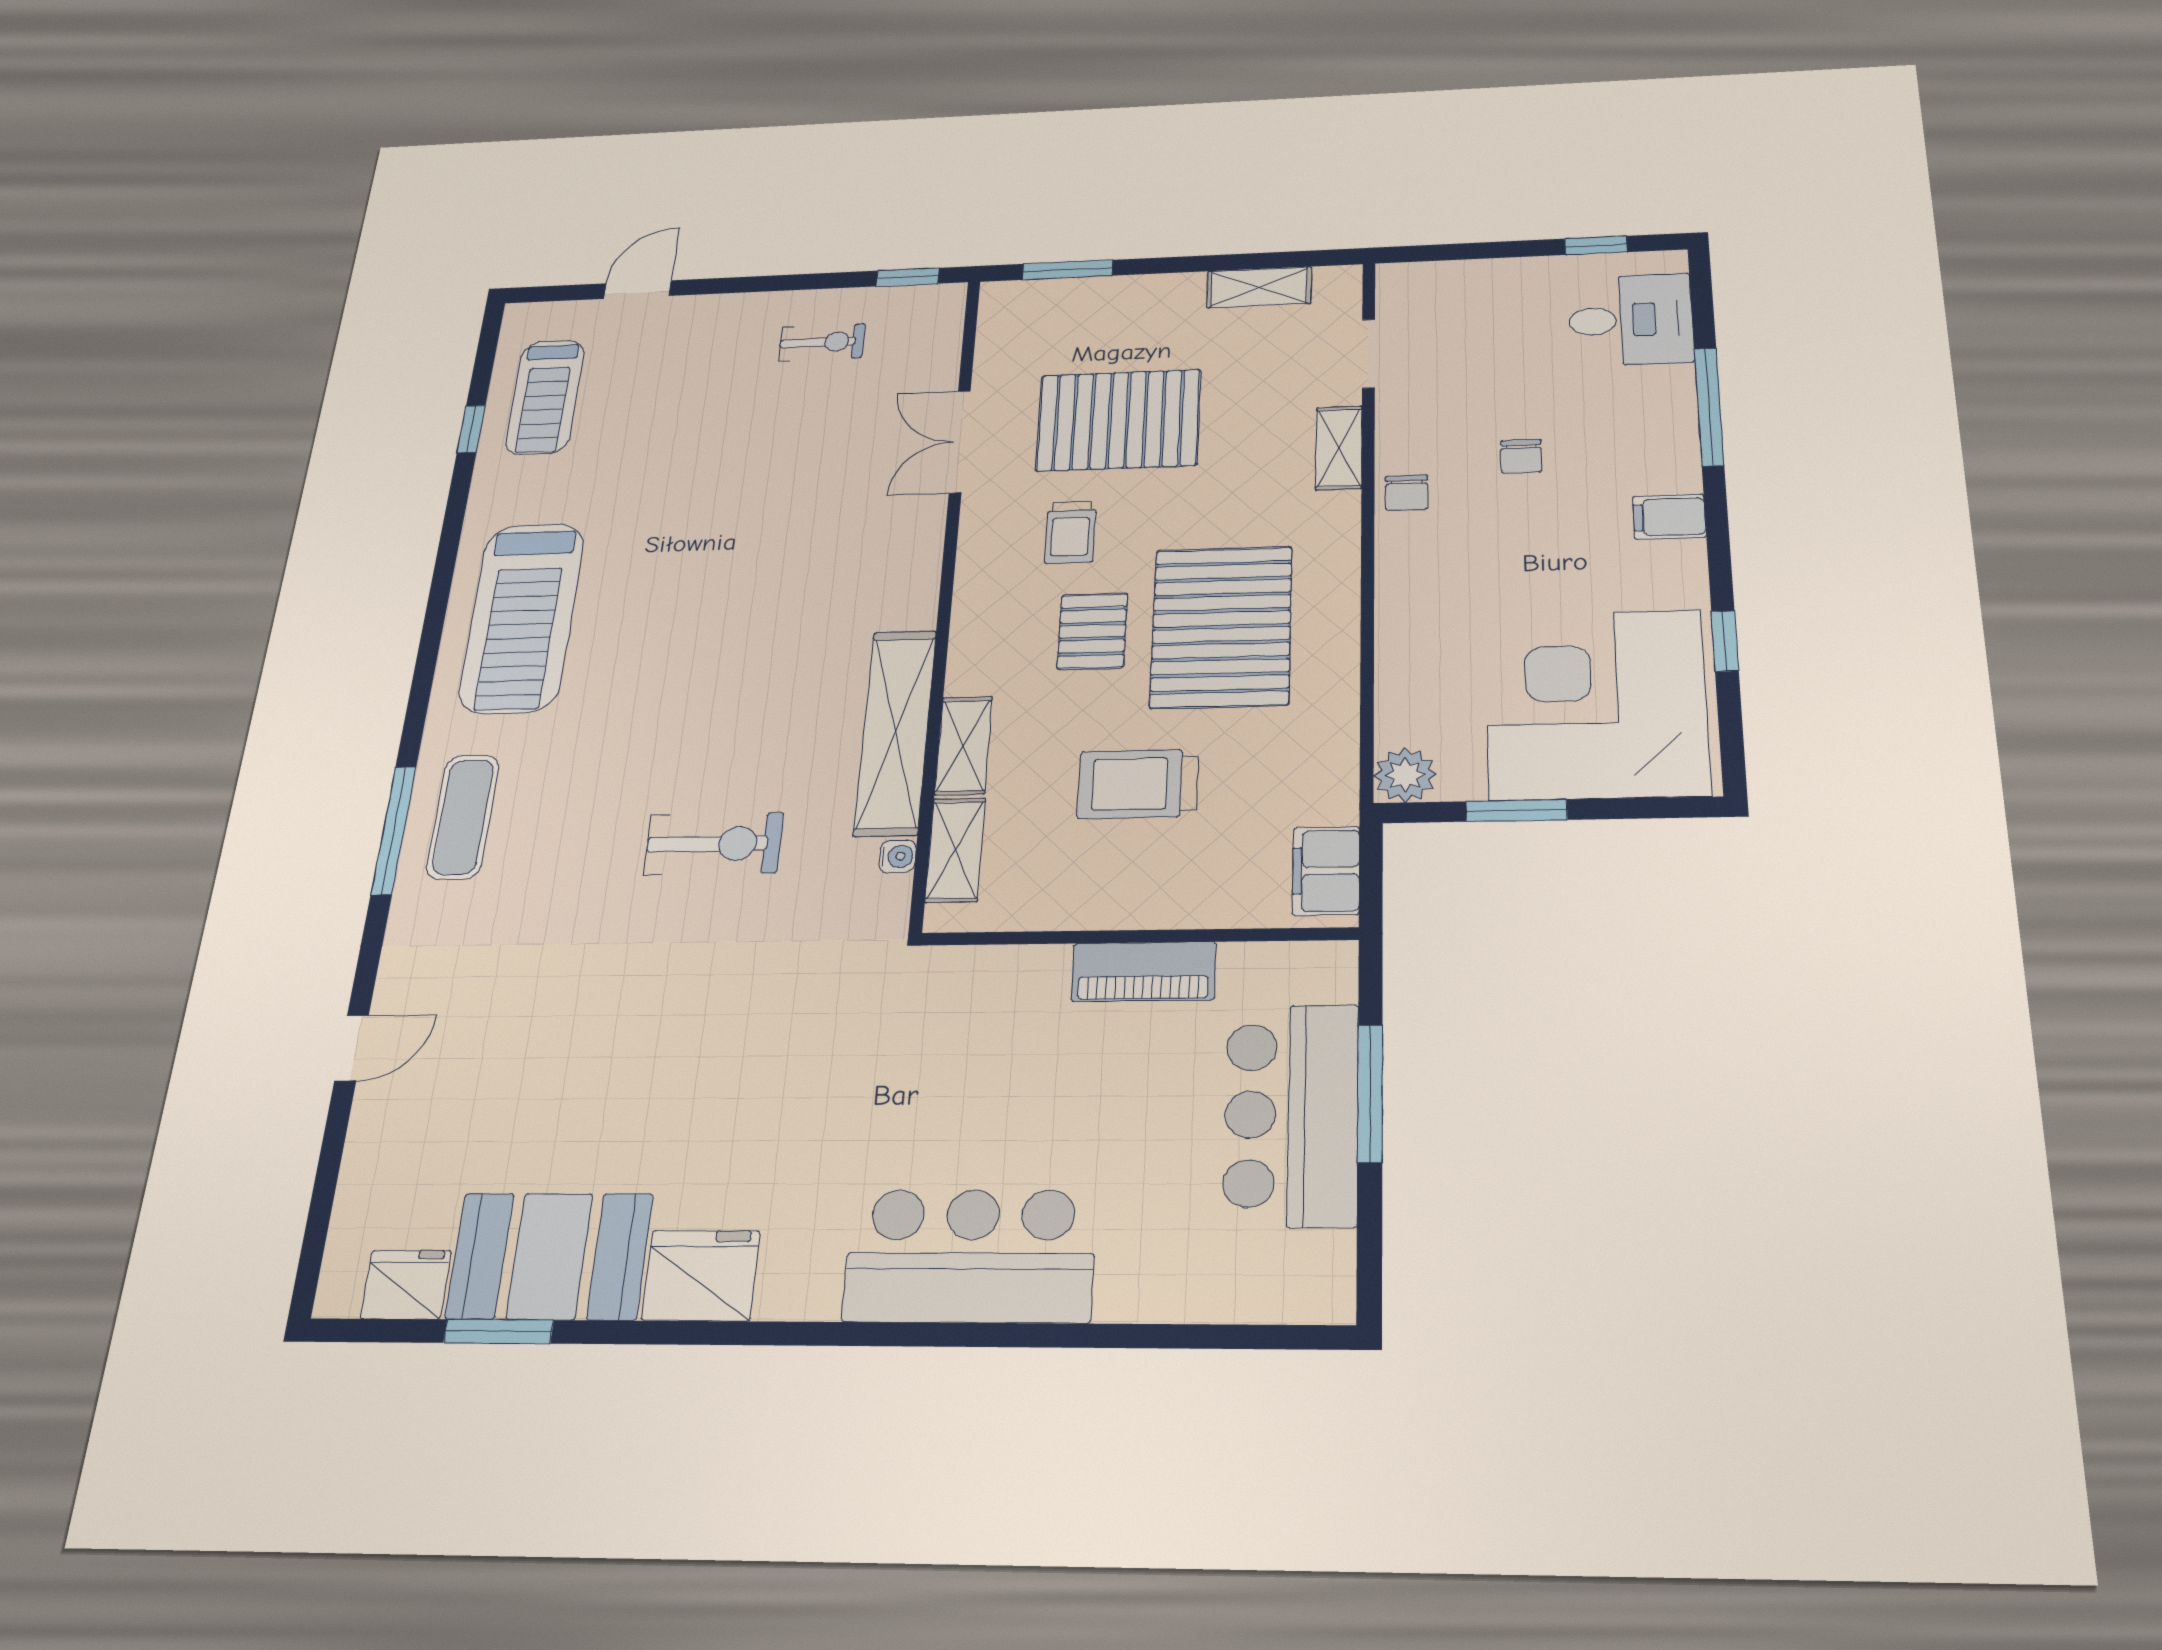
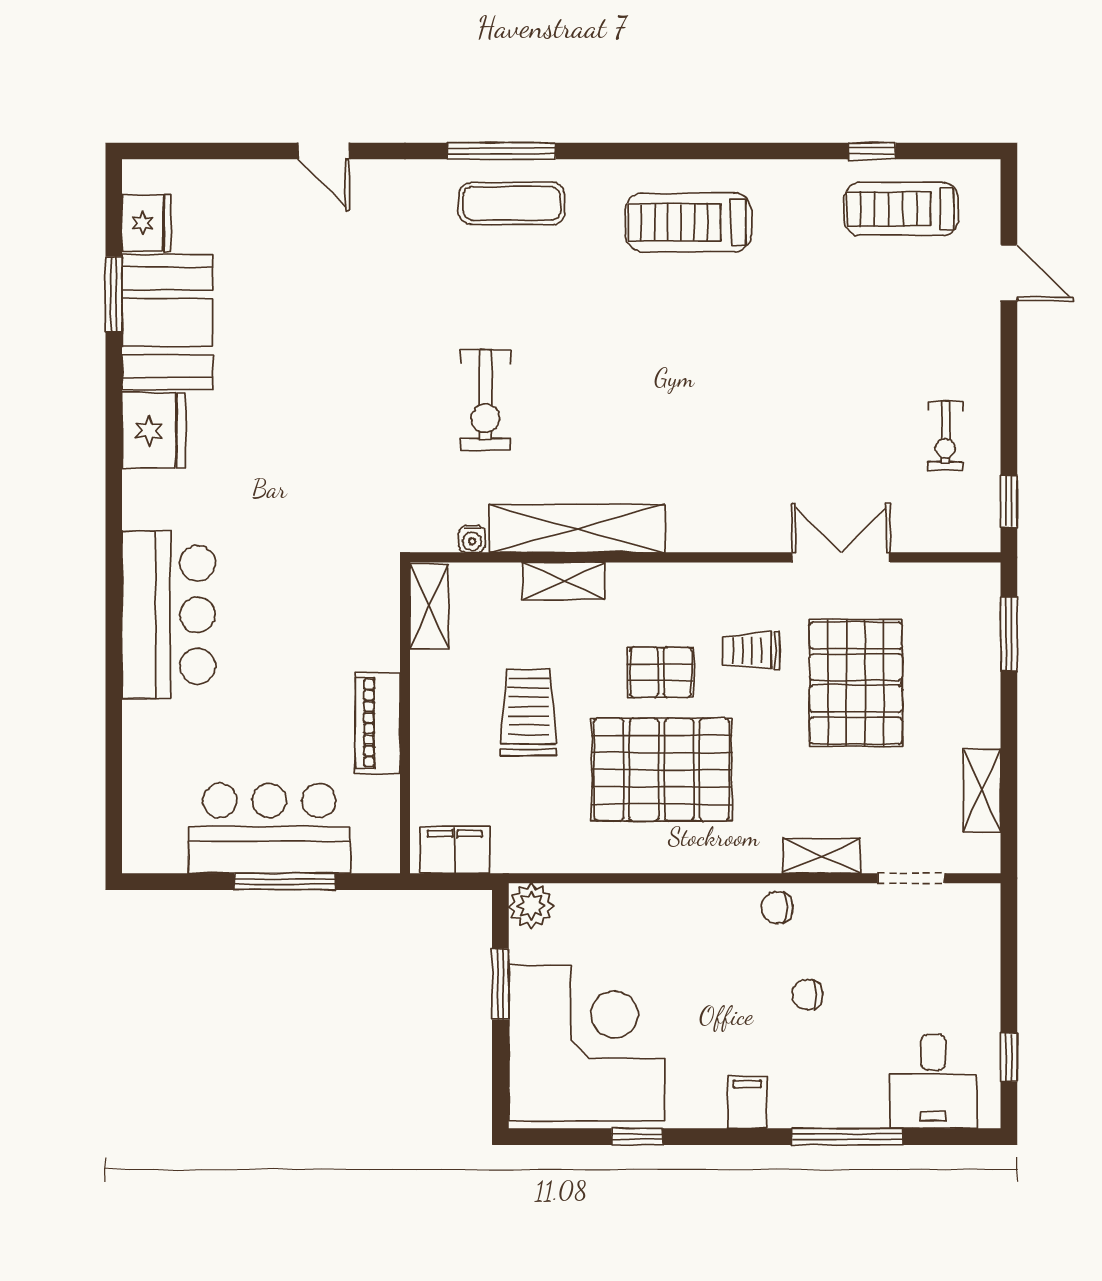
treadmill: (522, 617) -> (688, 222), width x0.73, depth x0.73
shelving: (955, 850) -> (429, 606), moved, turned 90

